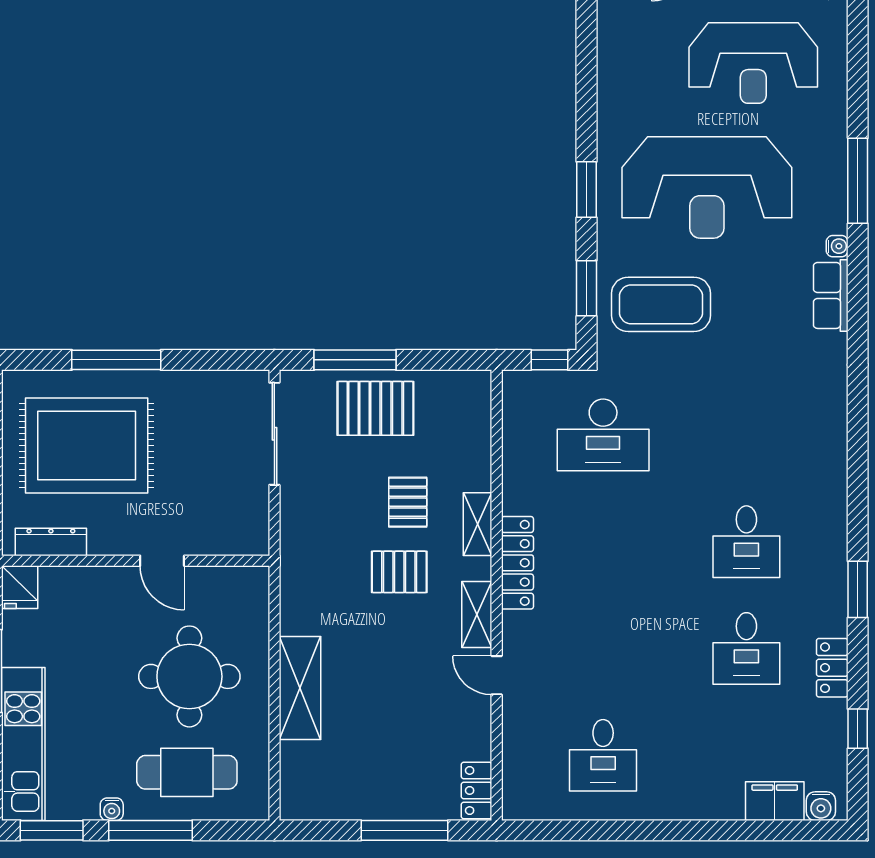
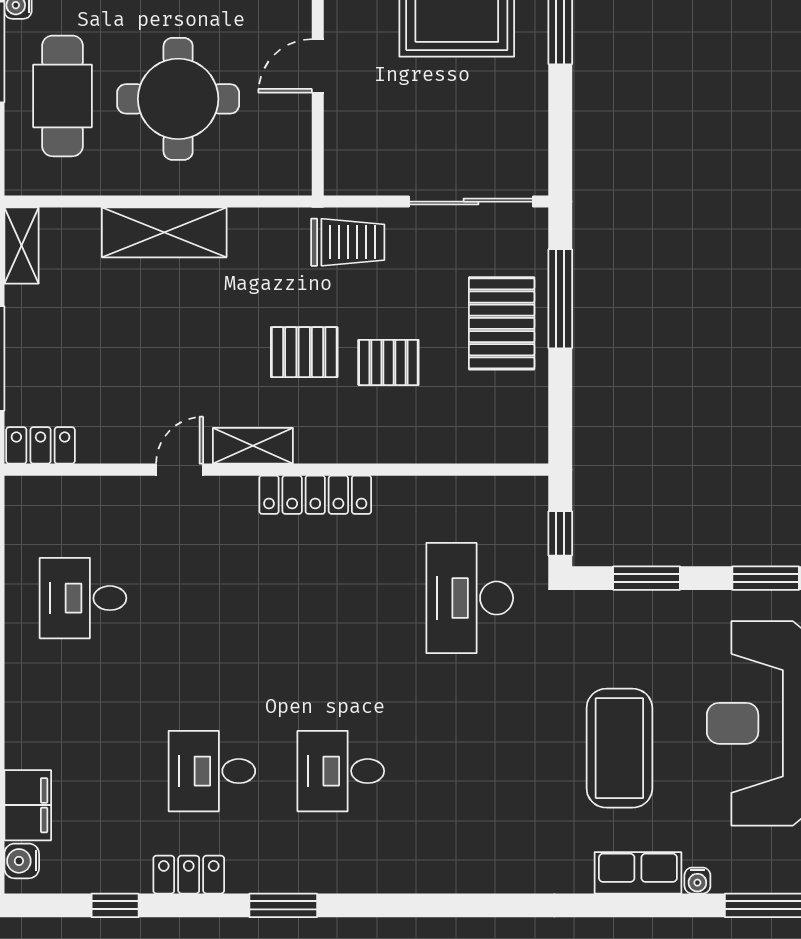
coffee table: (661, 304) -> (619, 748), moved
shelving: (478, 524) -> (21, 246), moved, turned 90
trolley: (308, 536) -> (348, 242), added
pallet: (399, 572) -> (304, 352), turned 90

